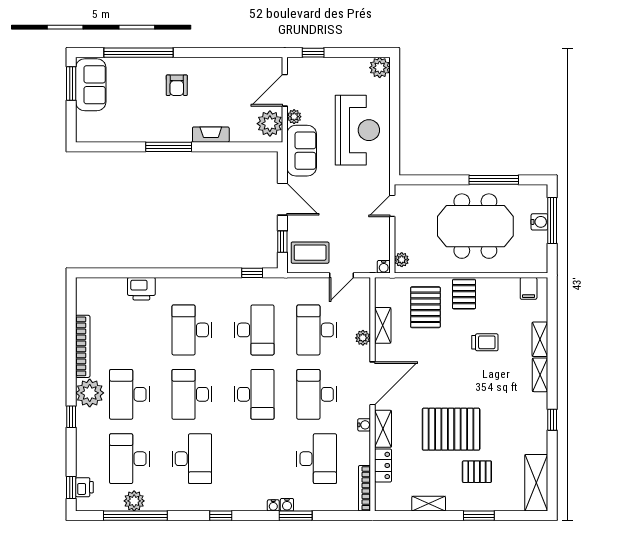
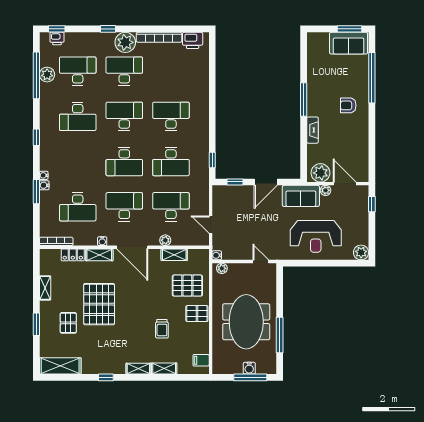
coffee table: (310, 253) -> (227, 202), removed
printer: (141, 289) -> (193, 40), moved, turned -90

